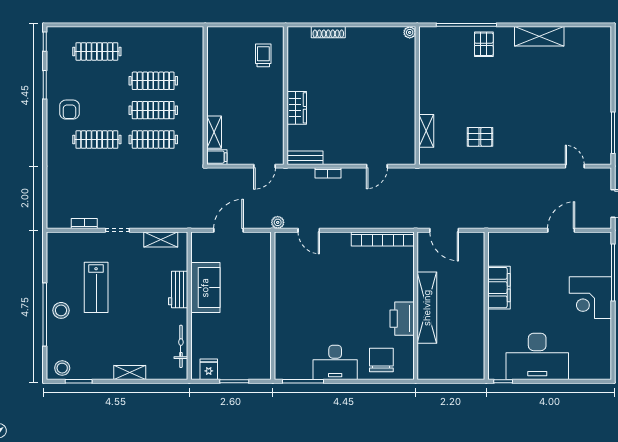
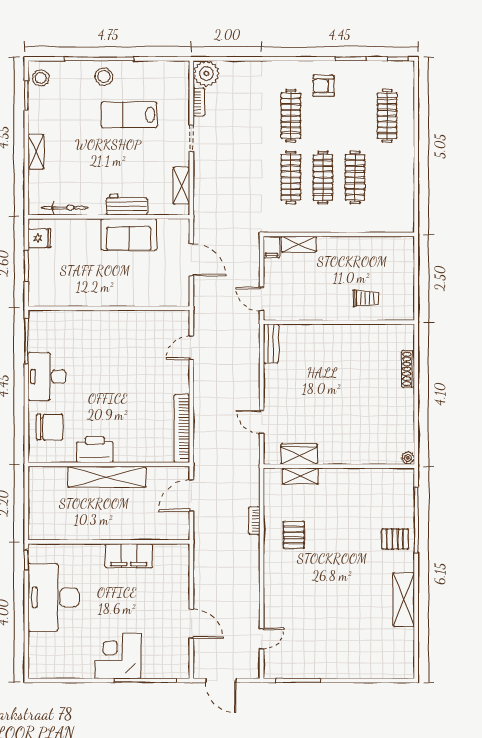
trolley: (263, 55) -> (366, 298), moved
wardrobe: (297, 108) -> (299, 454), moved, turned 180
bookcase: (328, 173) -> (254, 521), moved
plant: (278, 222) -> (206, 74), moved, width x1.87, depth x1.87

